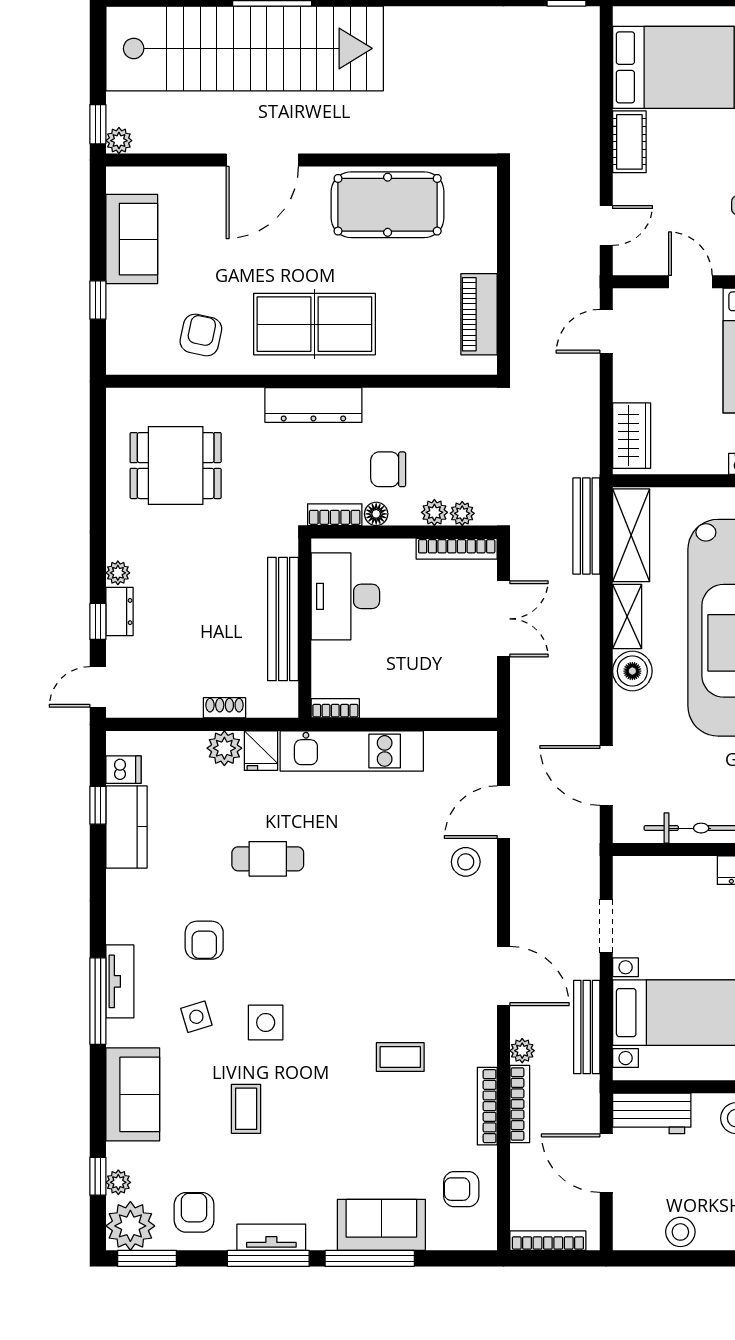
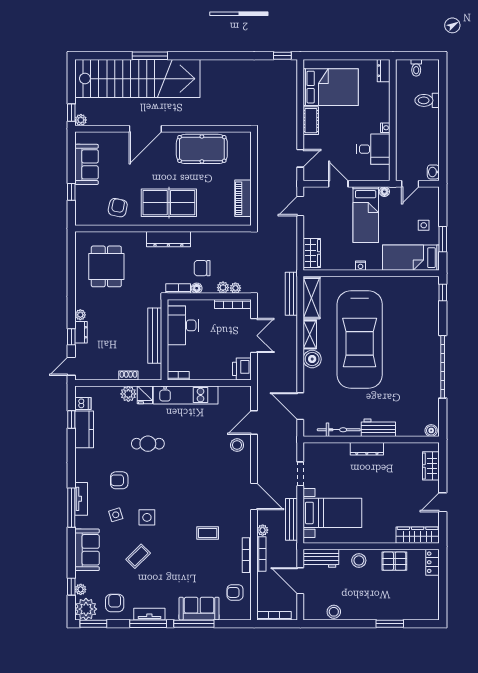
dining table: (176, 466) -> (106, 266), turned 90
printer: (477, 693) -> (242, 369), added
armchair: (204, 940) -> (119, 480), turned 90
coffee table: (246, 1109) -> (138, 556), turned 45

